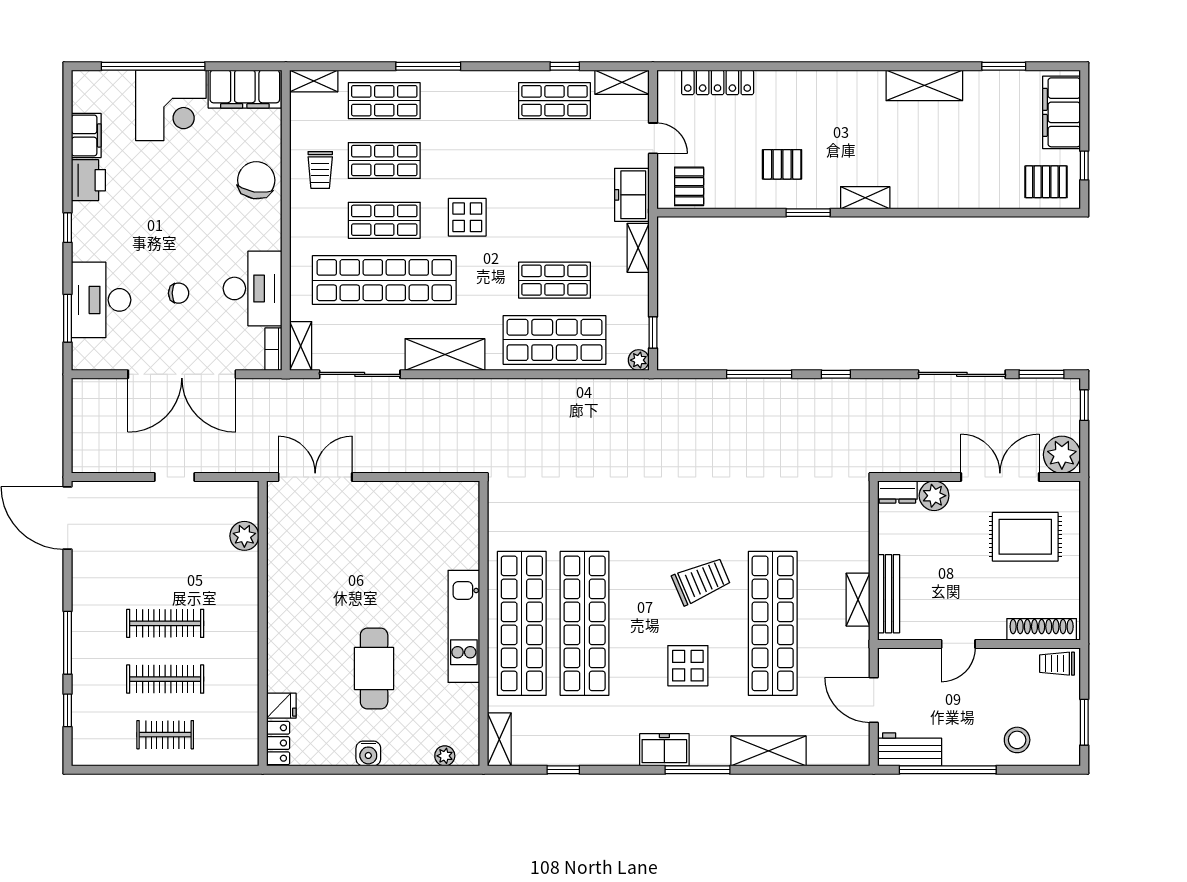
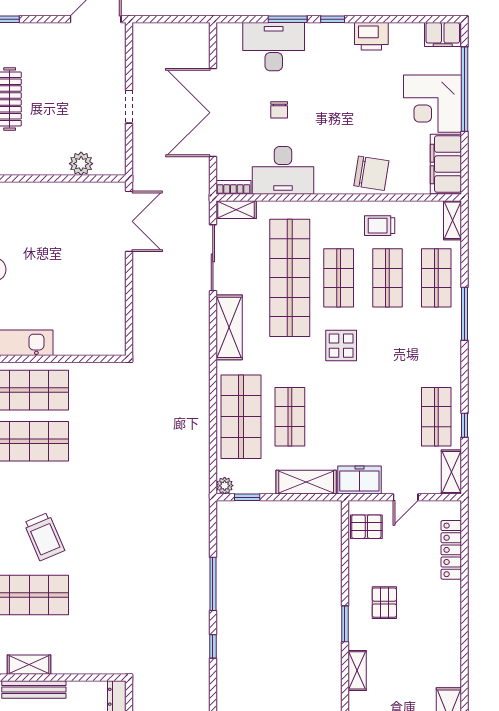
filing cabinet: (86, 135) -> (443, 35), moved
shelving: (638, 248) -> (306, 482), width x1.50, depth x1.33
window: (68, 318) -> (288, 19), moved

